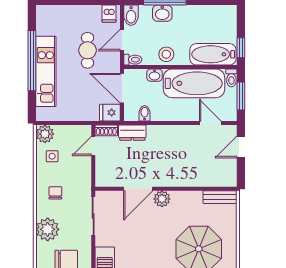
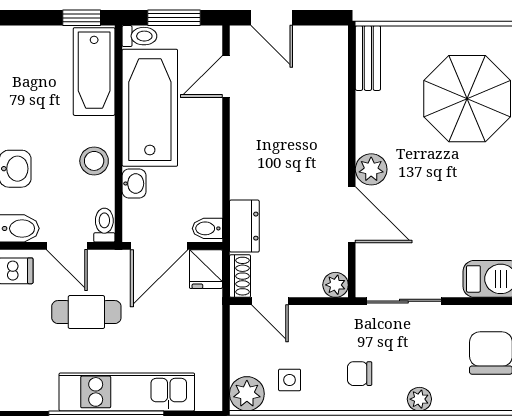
bidet: (145, 113) -> (207, 228), moved
plant: (102, 180) -> (336, 285), added
plant: (48, 229) -> (419, 399), width x0.53, depth x0.53

